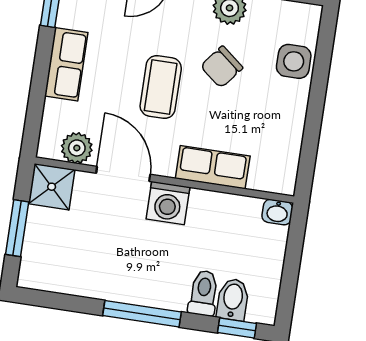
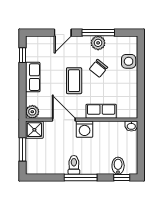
plant: (77, 148) -> (32, 112), moved
toilet: (203, 293) -> (74, 165), moved

